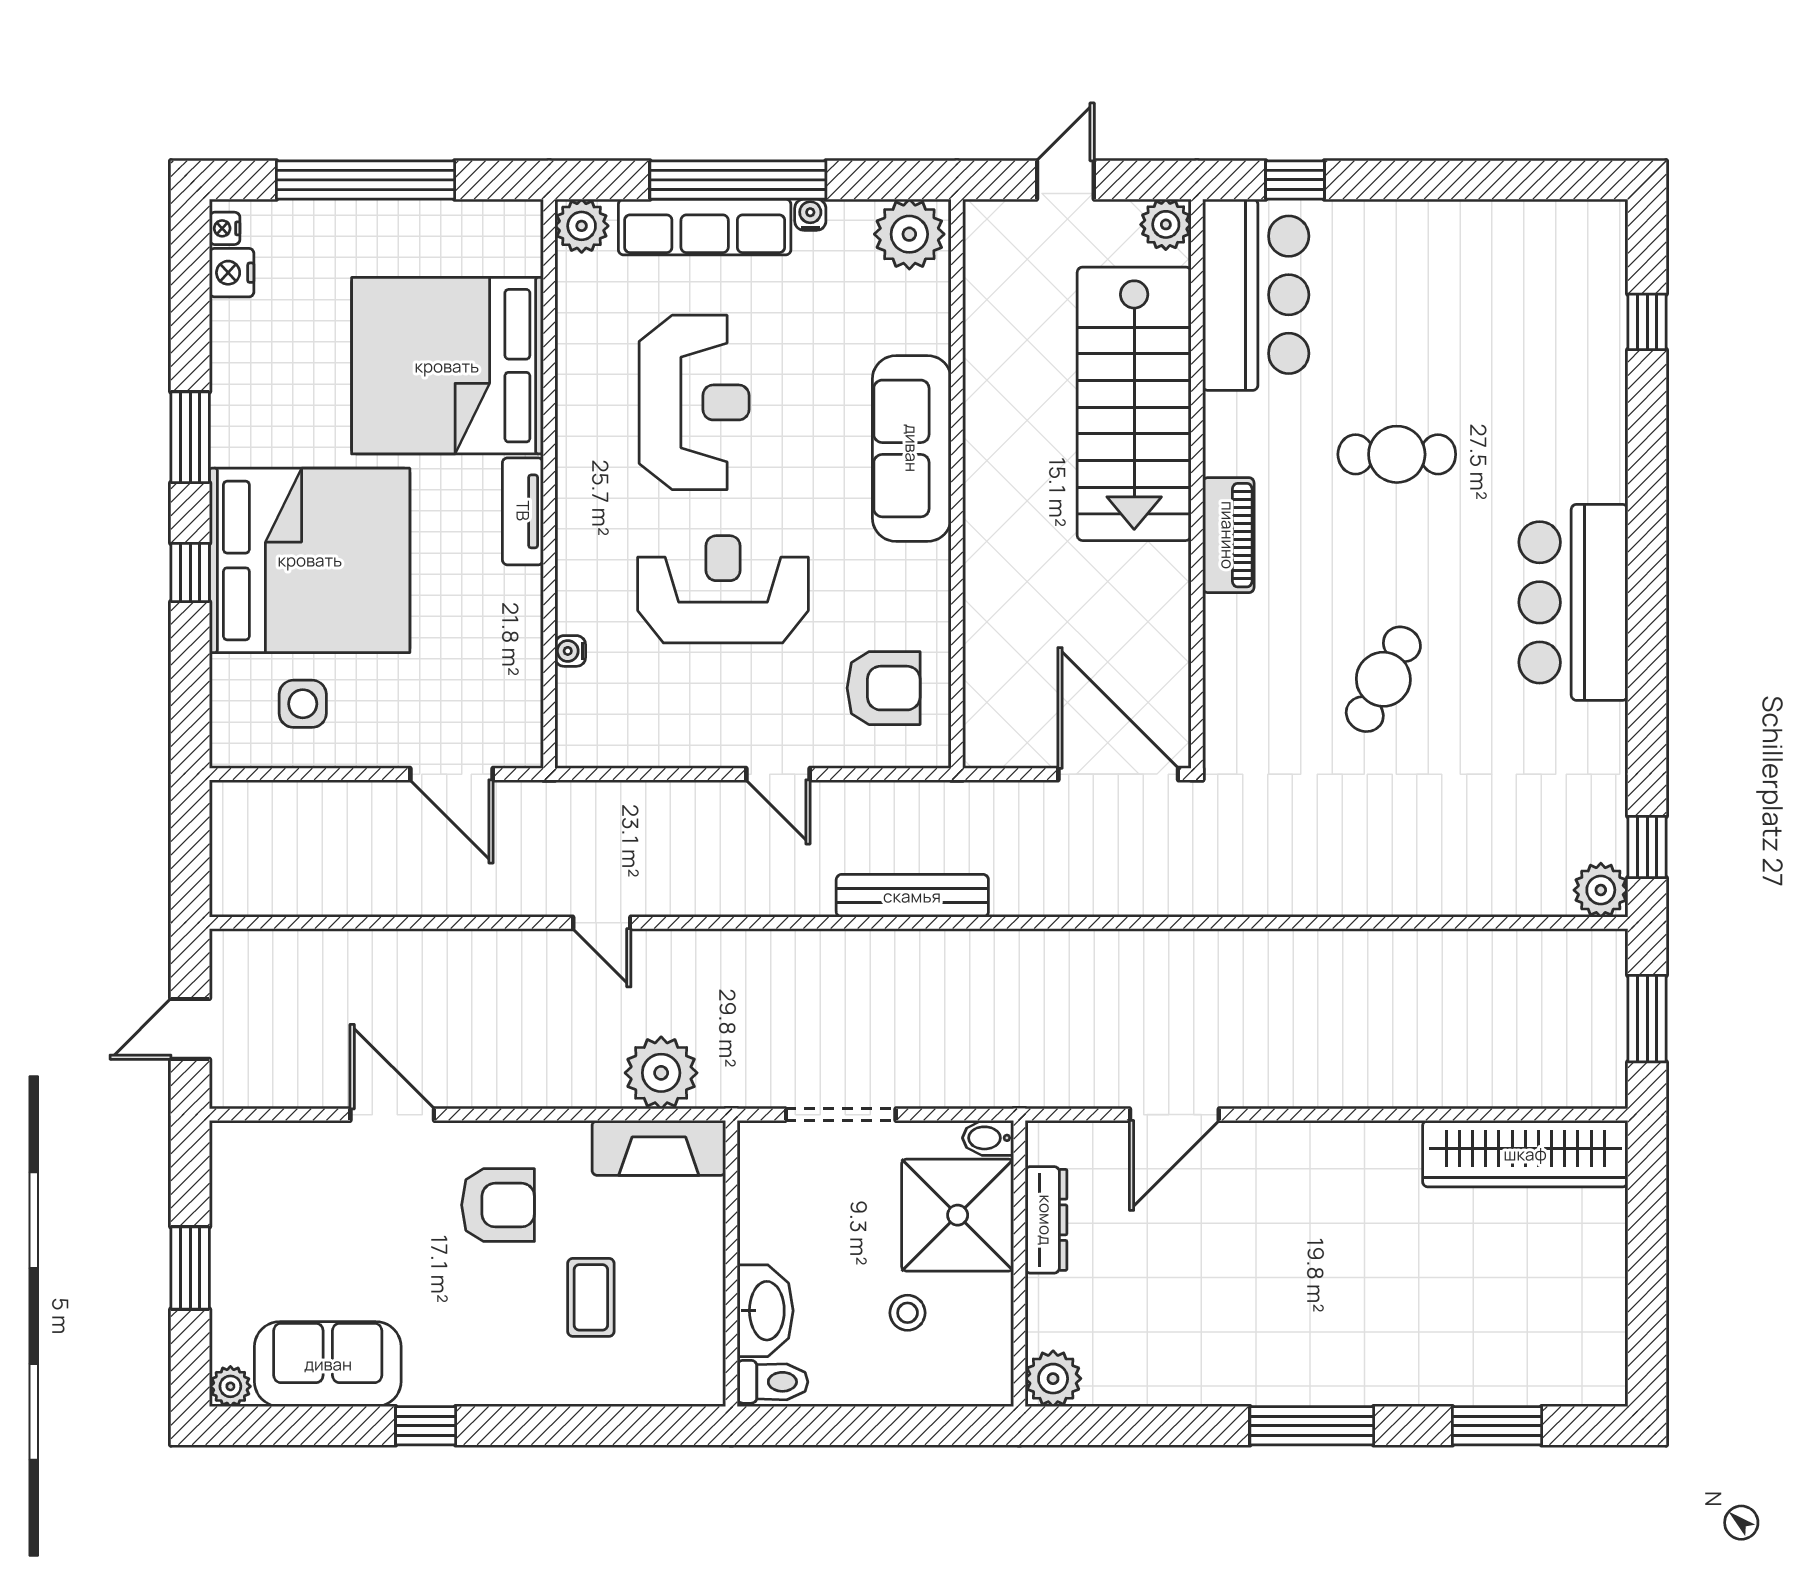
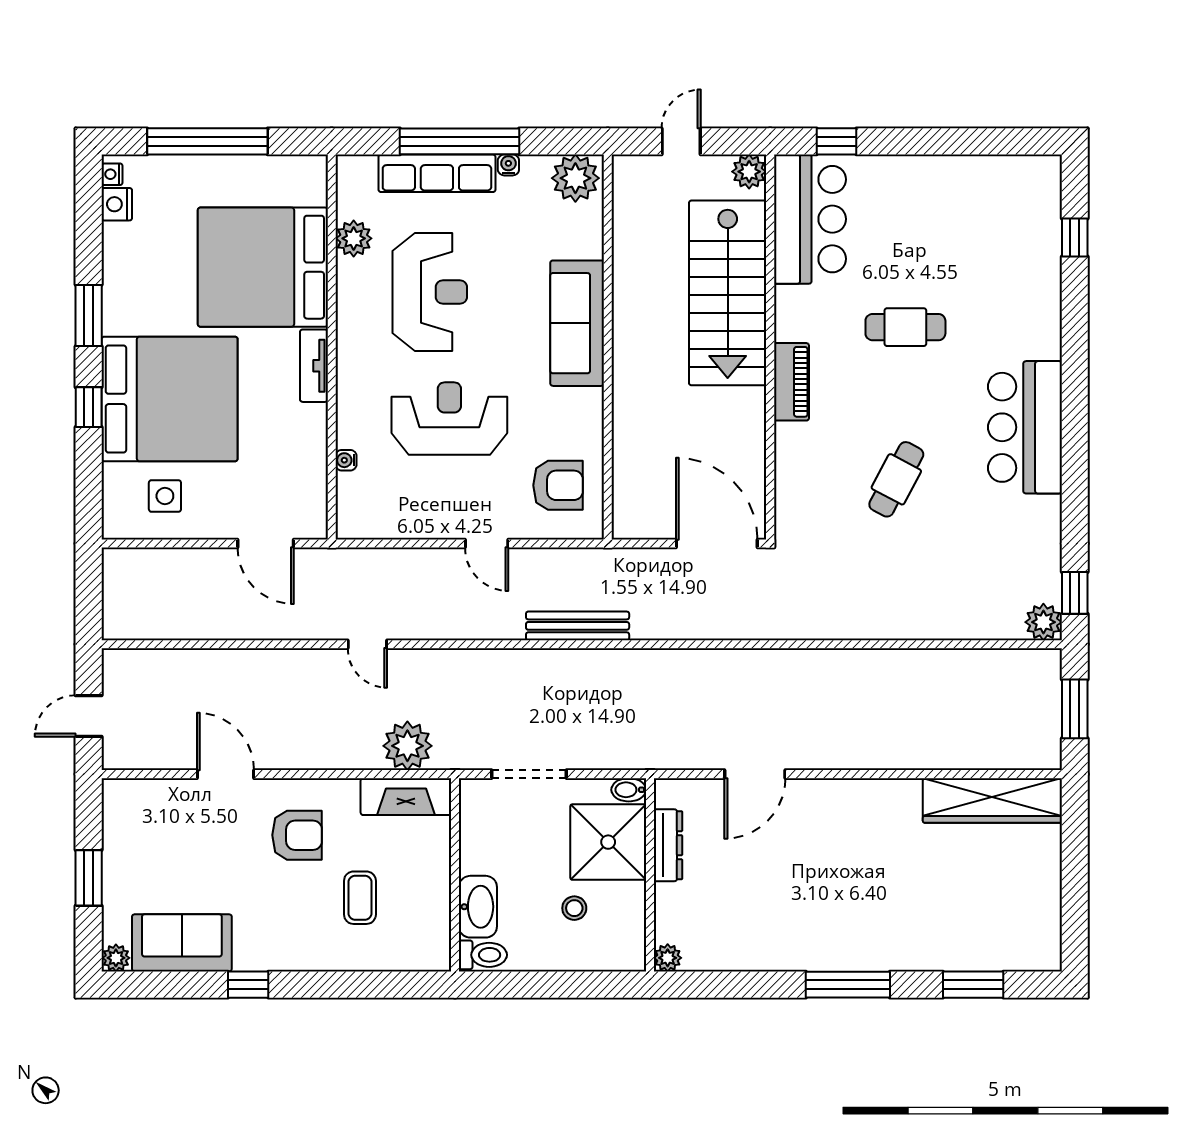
plant: (582, 226) -> (354, 238), moved
plant: (1053, 1379) -> (668, 958), width x0.73, depth x0.73

